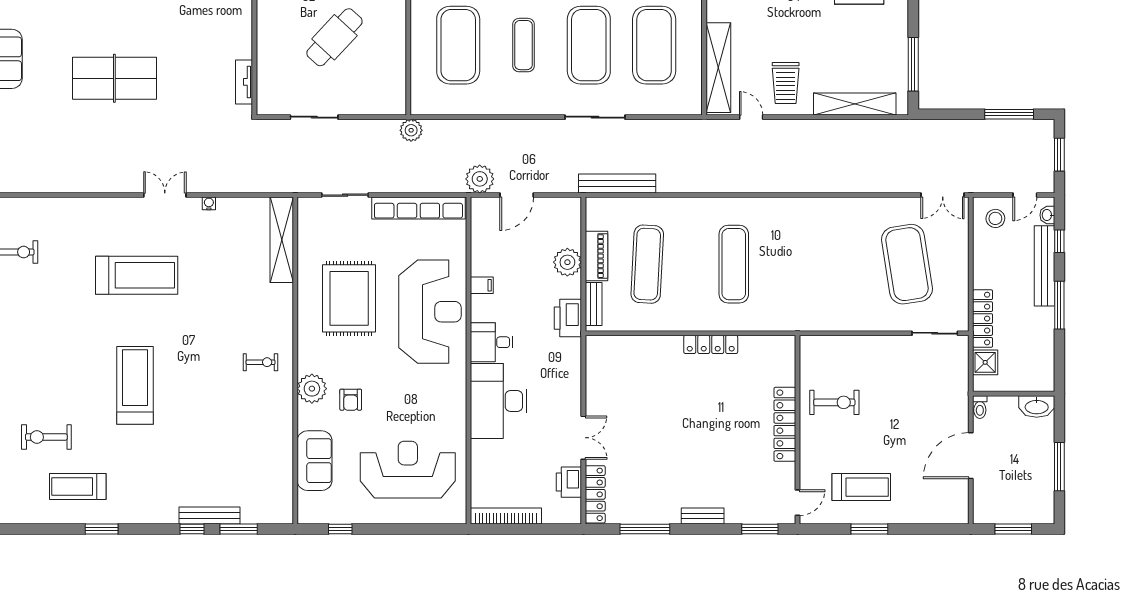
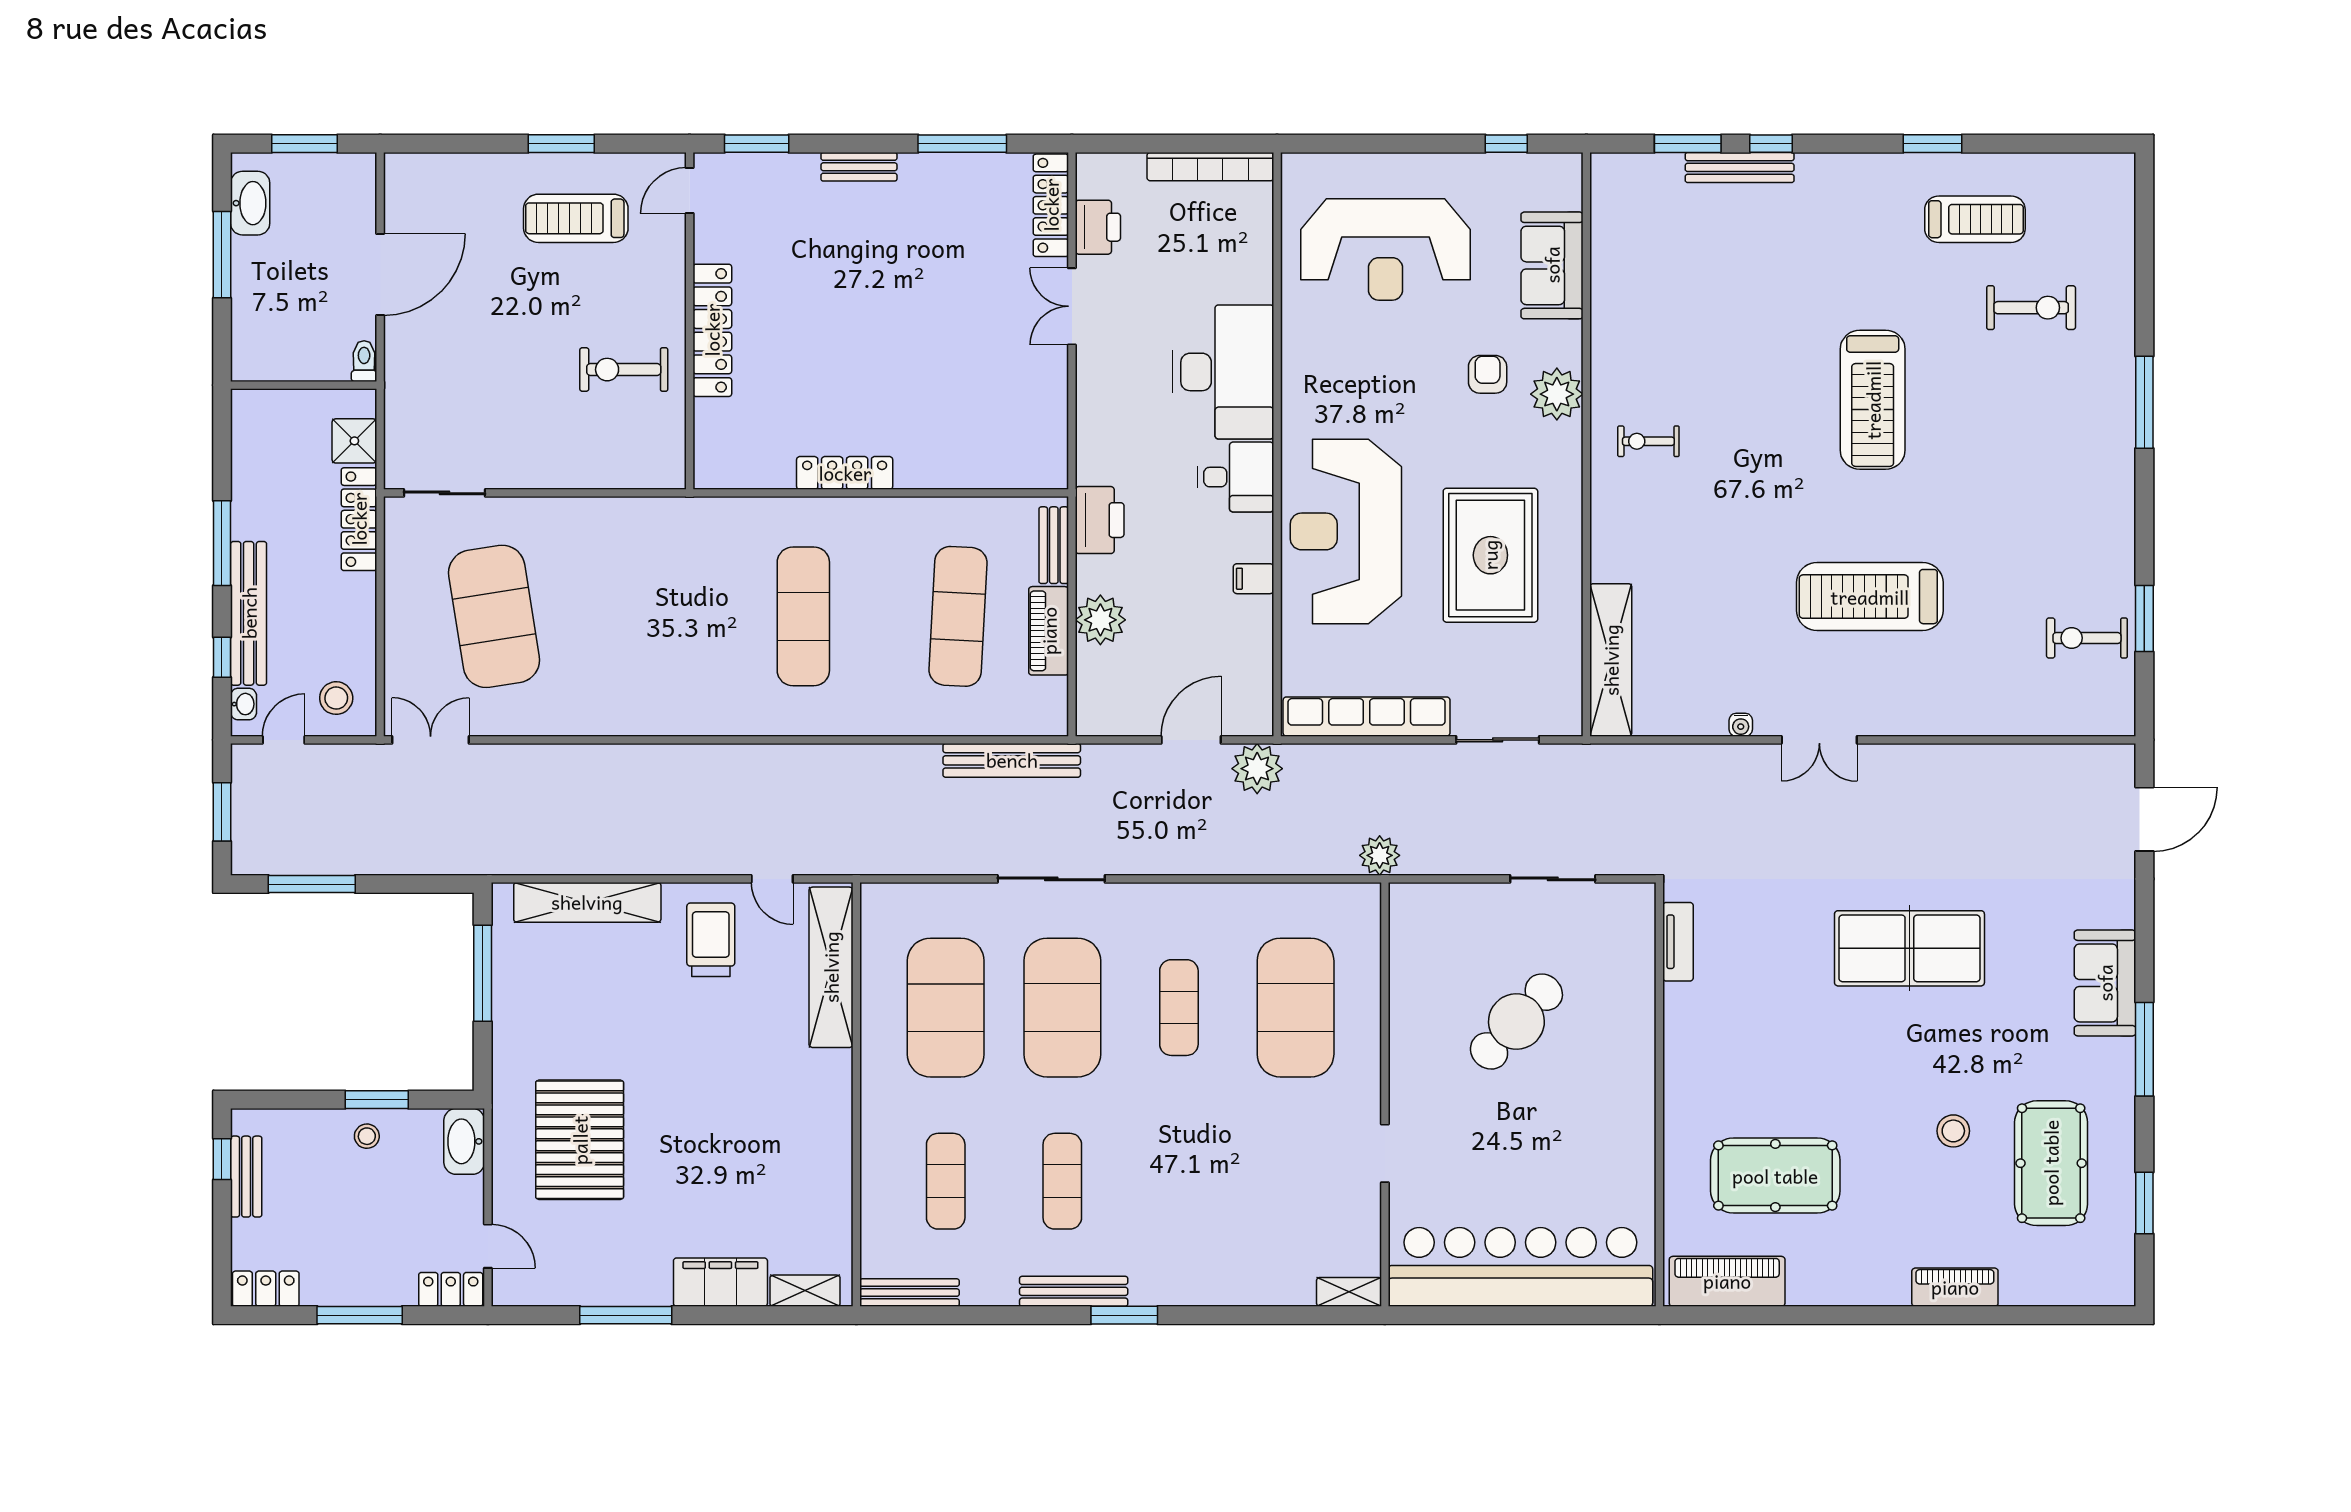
washbasin: (1037, 406) -> (250, 203), moved, turned 90

